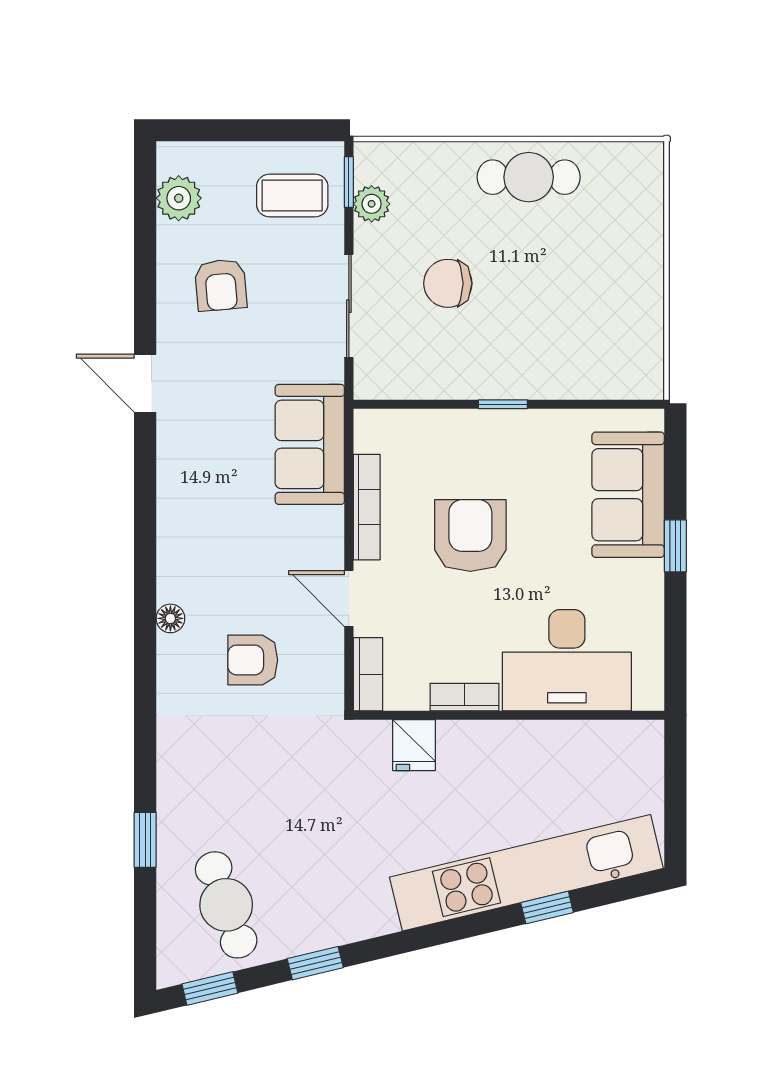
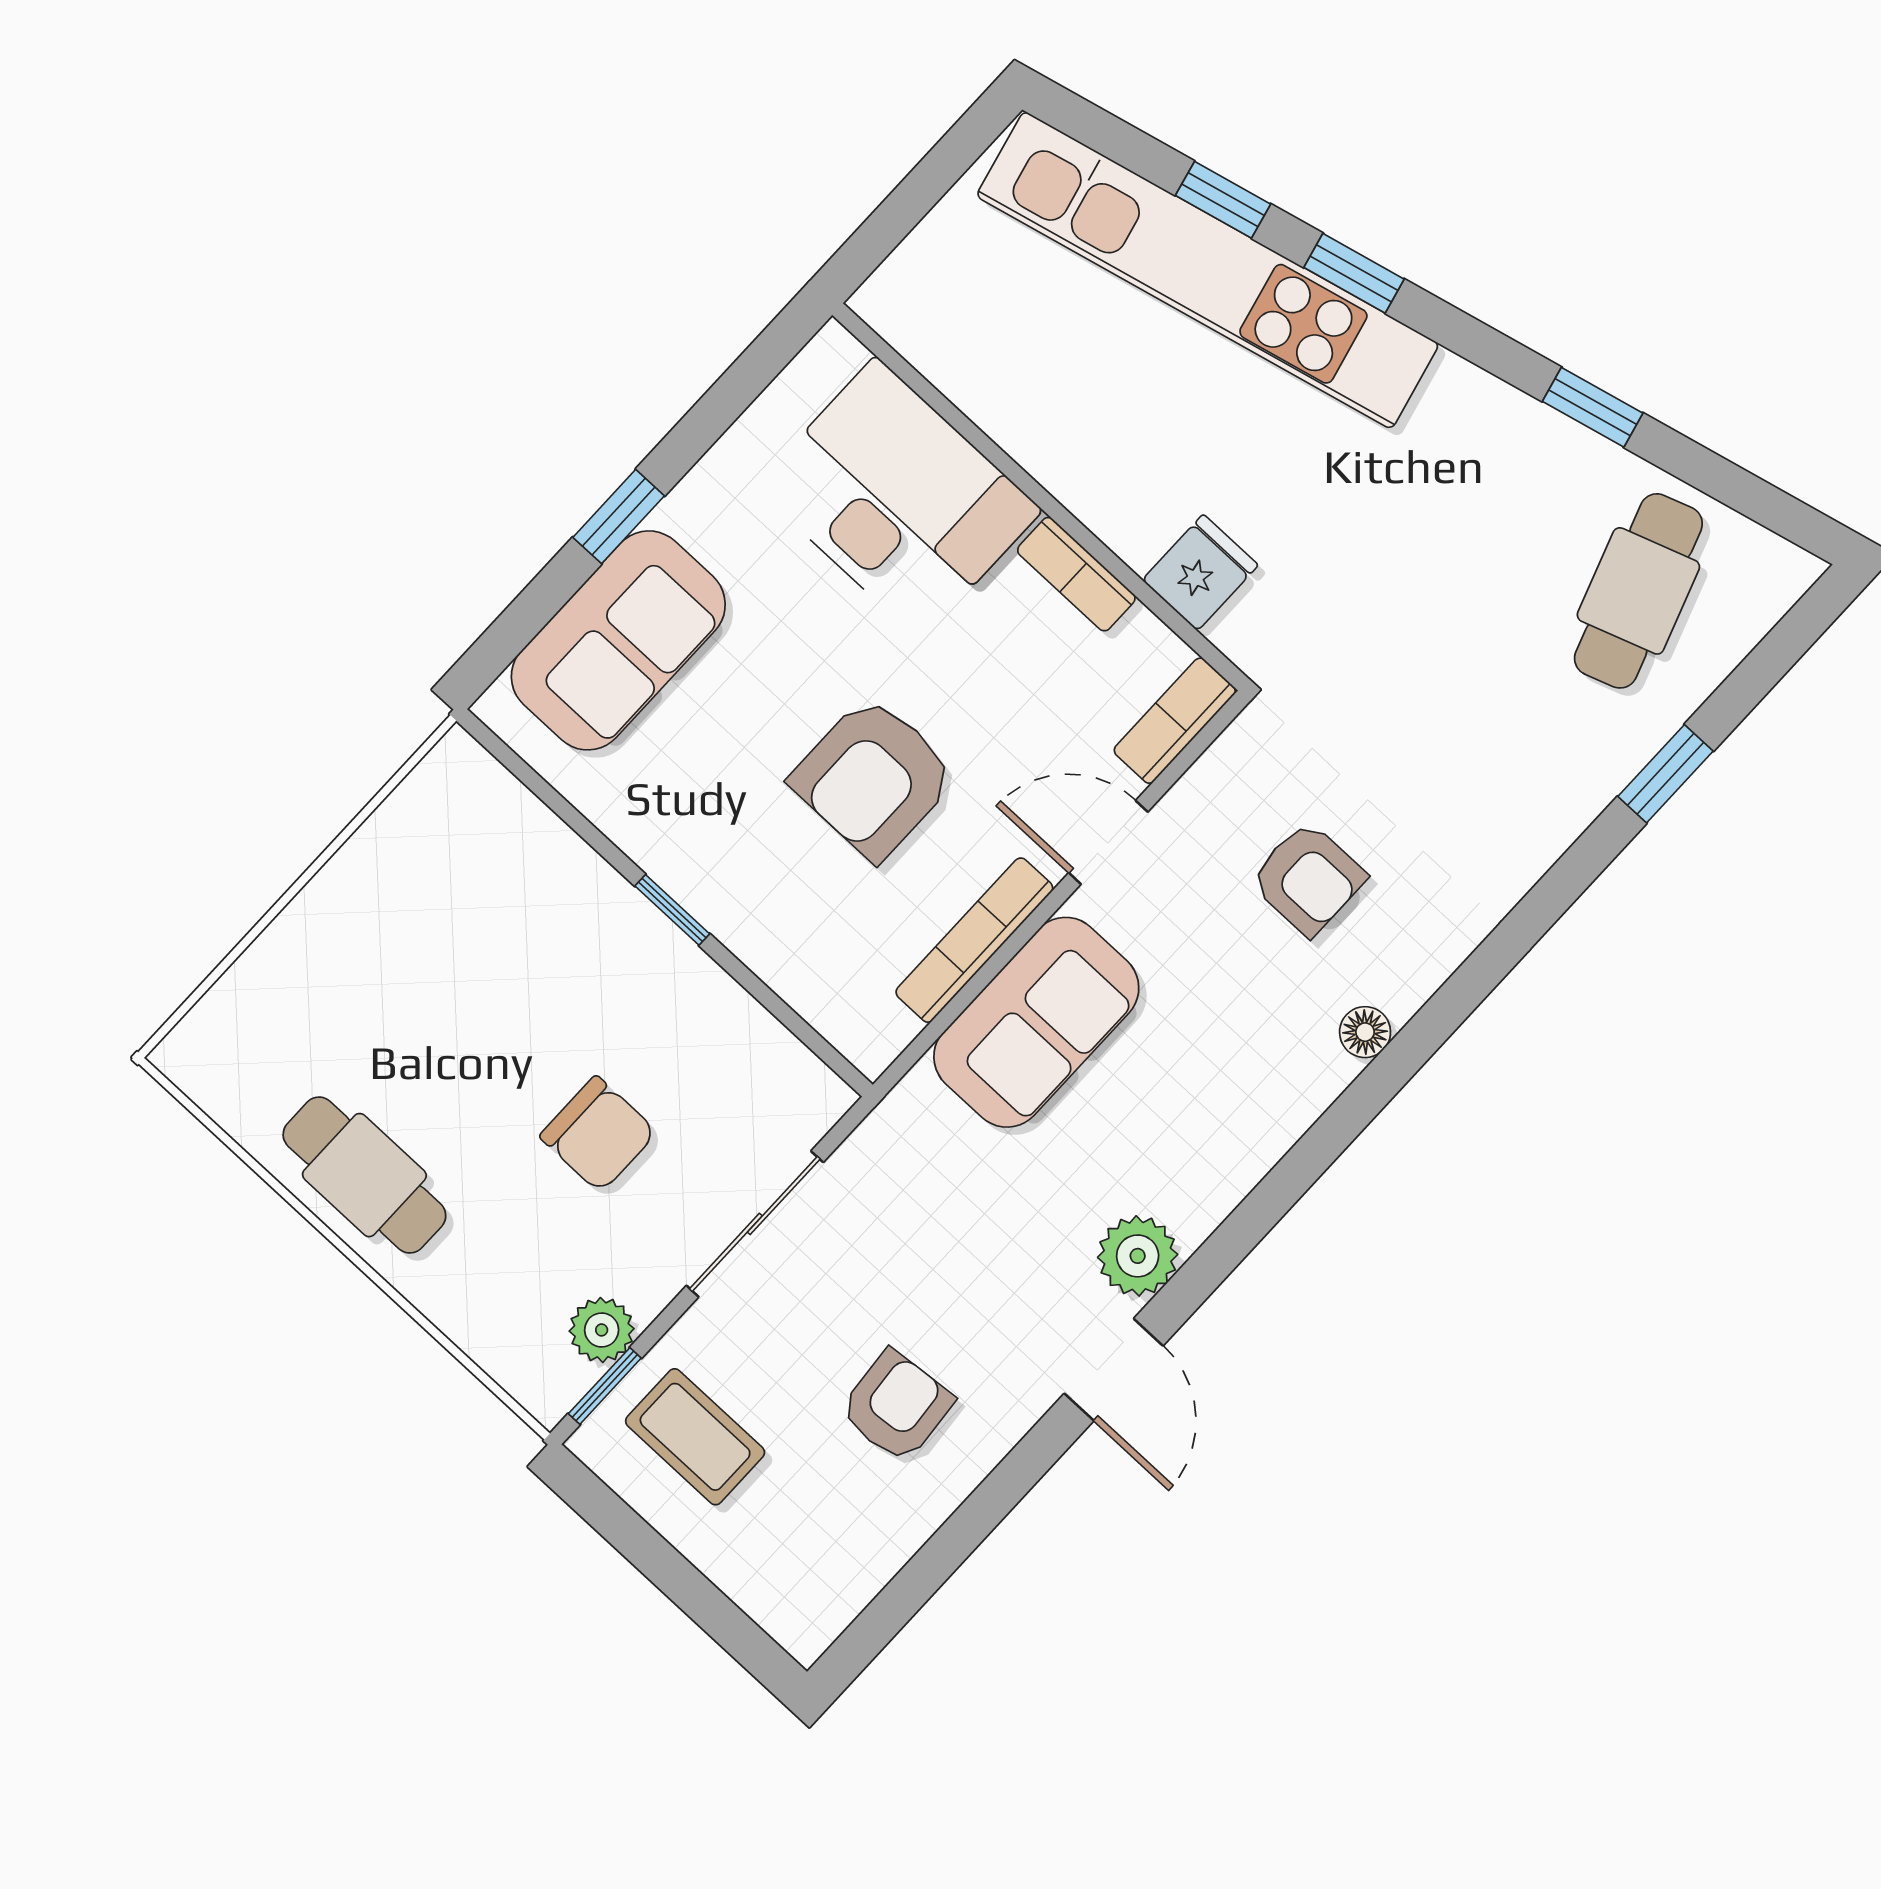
plant: (179, 198) -> (1138, 1256), moved
sofa: (310, 444) -> (1036, 1022), moved
door: (349, 599) -> (1108, 842), swing flipped
window: (210, 988) -> (1354, 273), moved

